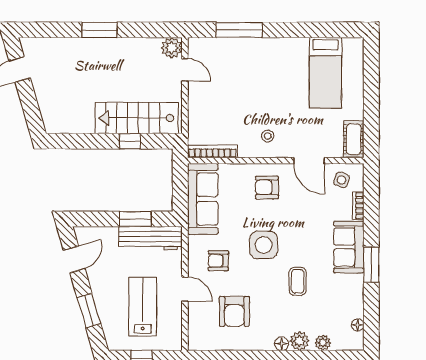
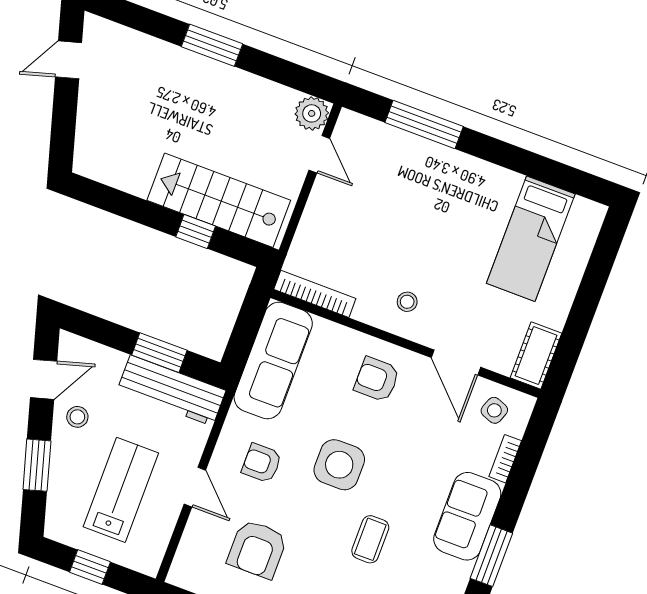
stool: (102, 274) -> (77, 417), added

